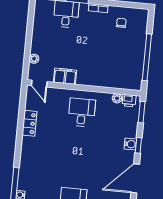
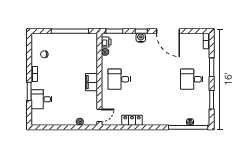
filing cabinet: (65, 76) -> (91, 82), moved

